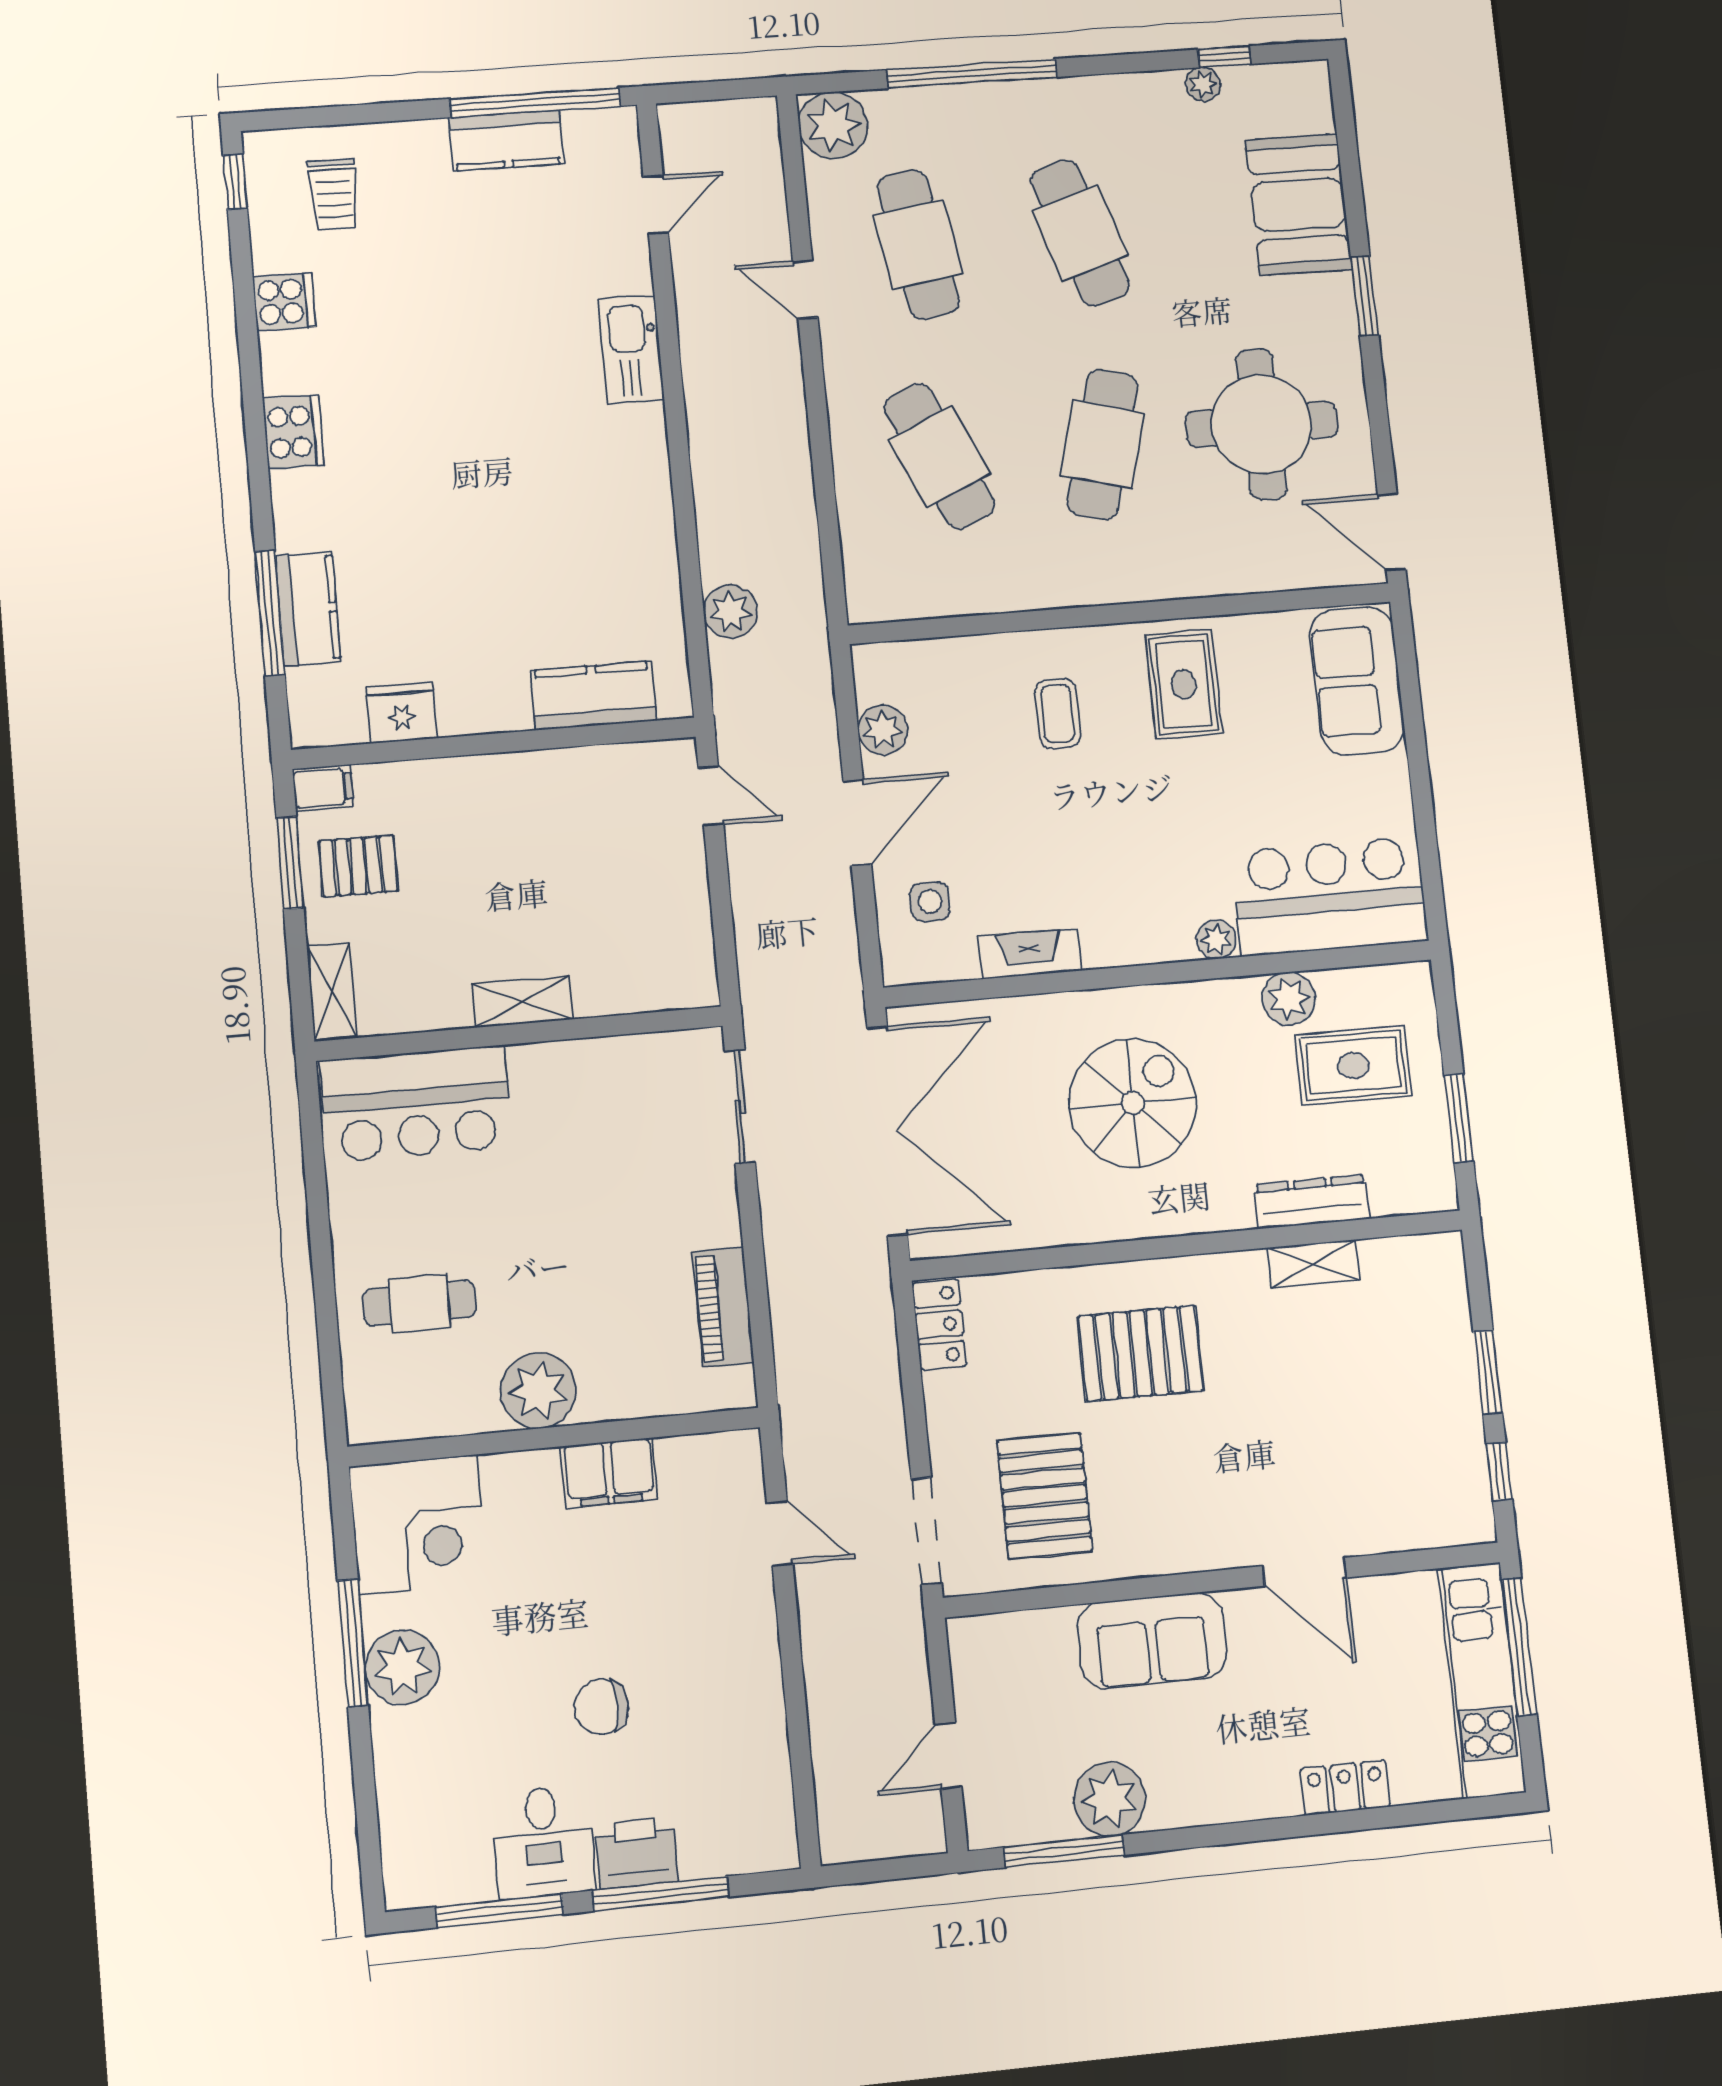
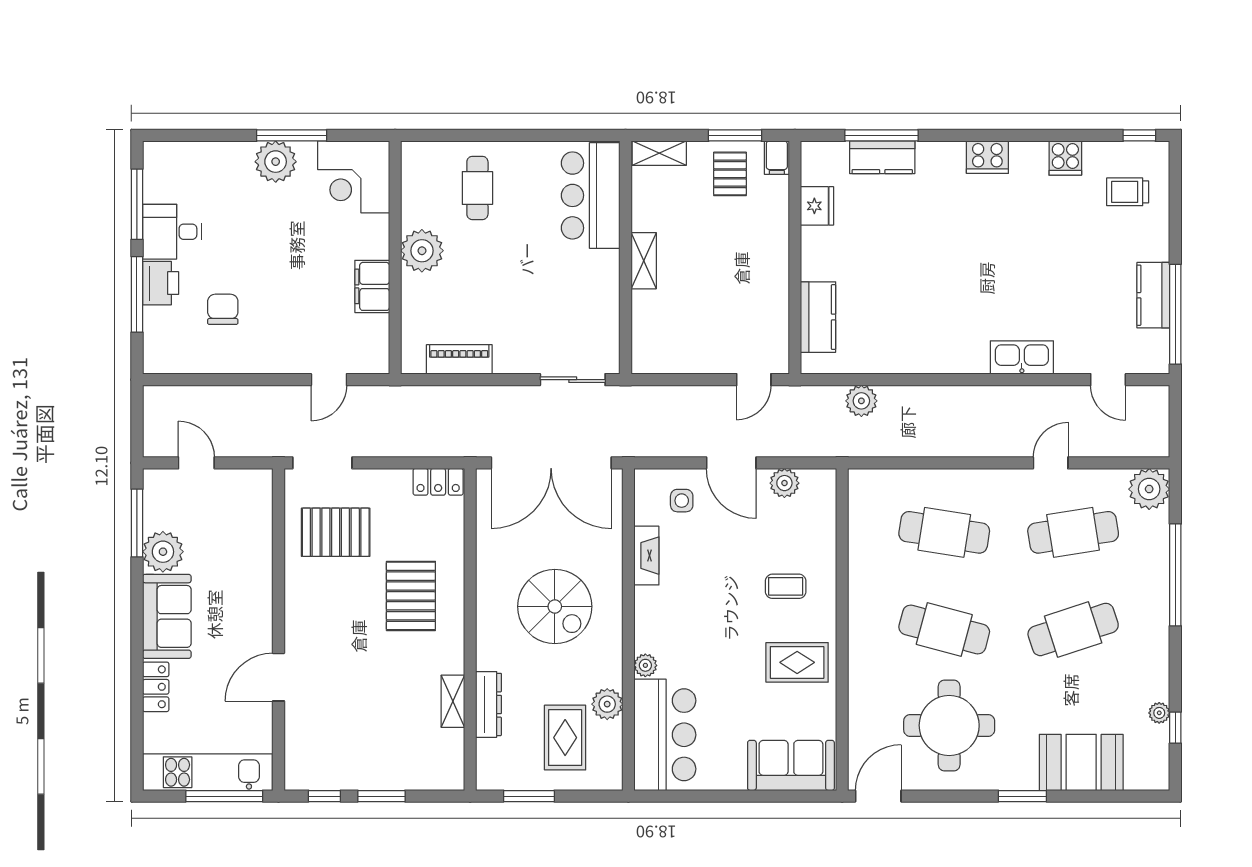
cafe table: (940, 456) -> (944, 532), turned 33
sofa: (1152, 1640) -> (167, 616), moved, turned 180
chair: (601, 1707) -> (223, 309), moved

